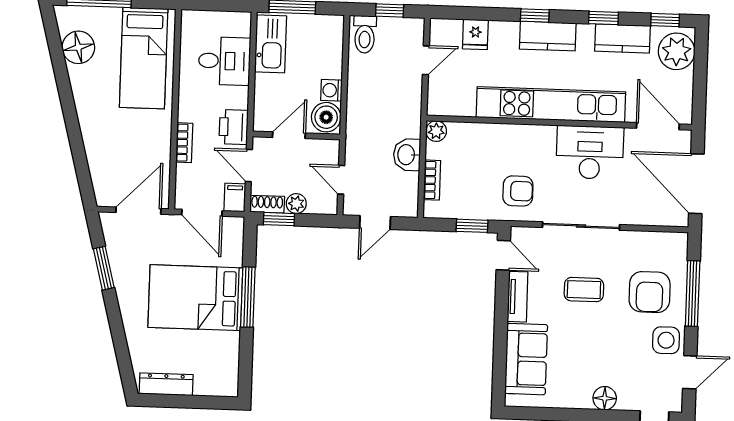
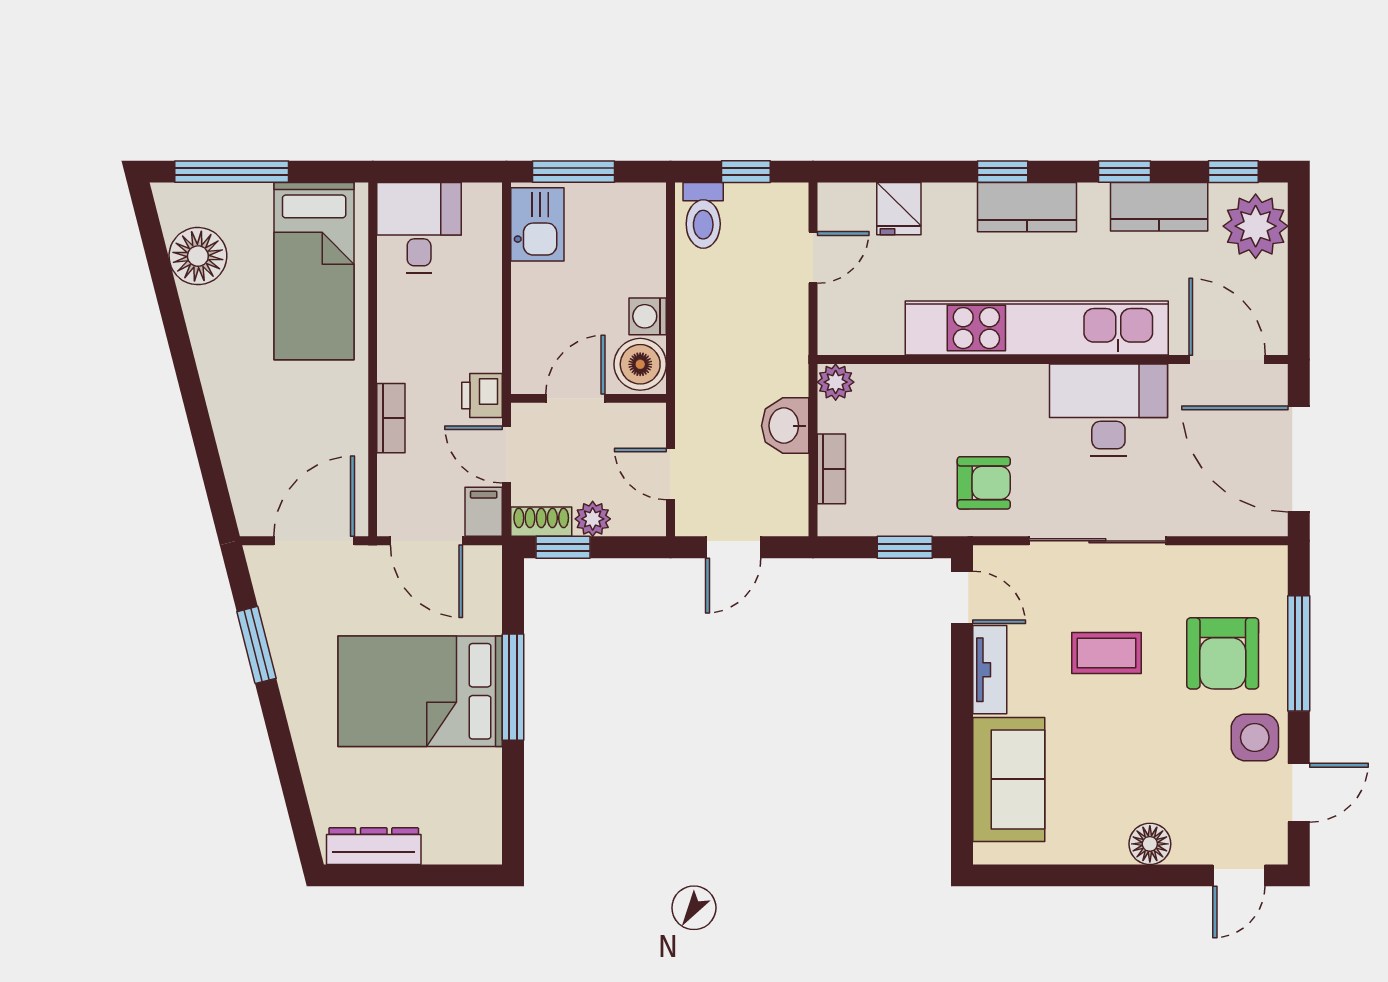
kitchen sink: (271, 44) -> (537, 224), width x0.73
desk: (224, 61) -> (419, 228), moved, turned -90
printer: (234, 127) -> (482, 395), width x0.73, depth x0.81

